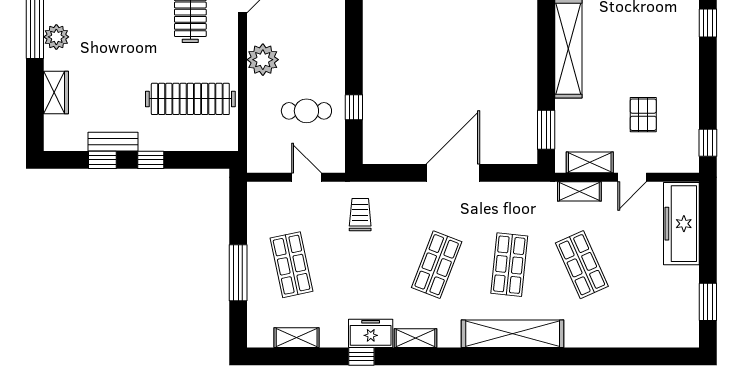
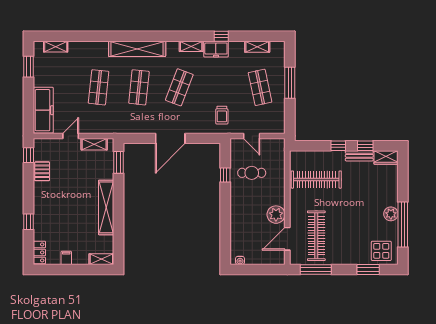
plant: (263, 60) -> (276, 215), moved
wardrobe: (56, 92) -> (386, 157), moved, turned -90
pallet: (643, 115) -> (42, 171), moved
shelving: (579, 191) -> (56, 47), moved
shop shelf: (582, 265) -> (99, 87), turned 30

